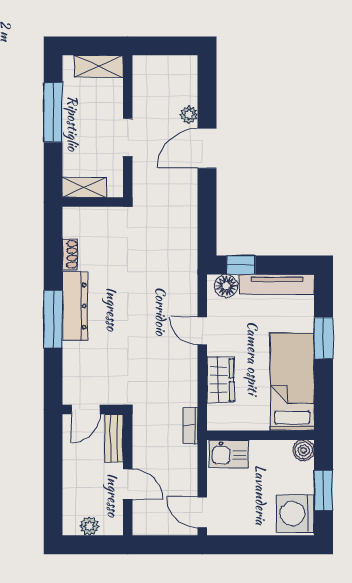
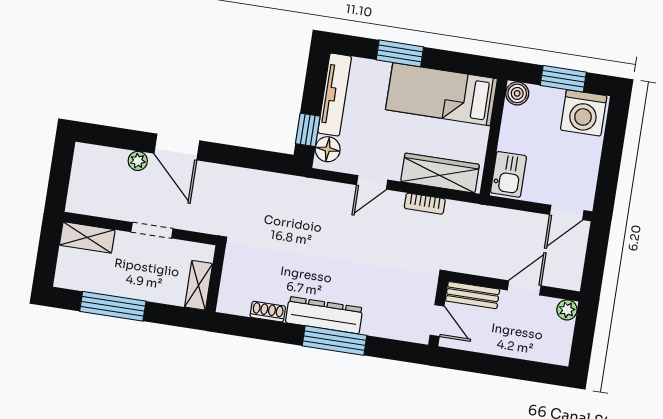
shelving: (99, 66) -> (87, 237), moved, turned 90
wardrobe: (220, 380) -> (440, 173), width x1.50
bookcase: (190, 426) -> (425, 204), moved
plant: (90, 526) -> (567, 310), moved

